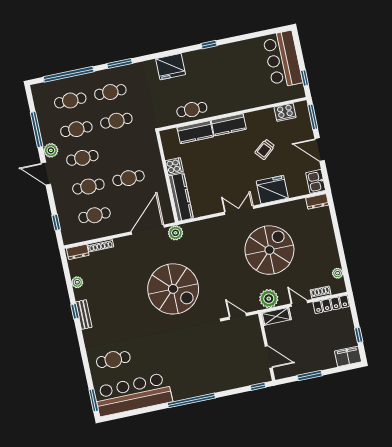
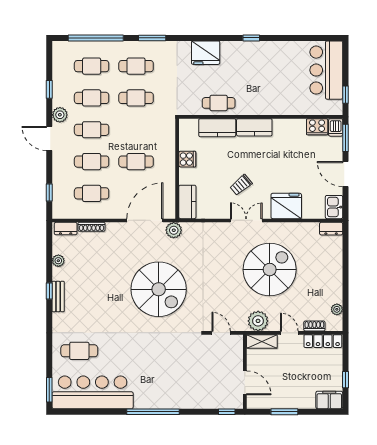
dishwasher: (302, 109) -> (336, 127), added
window: (37, 129) -> (49, 89), width x0.46
trolley: (265, 149) -> (241, 185), moved
kitchen counter: (181, 197) -> (187, 202), width x0.67

